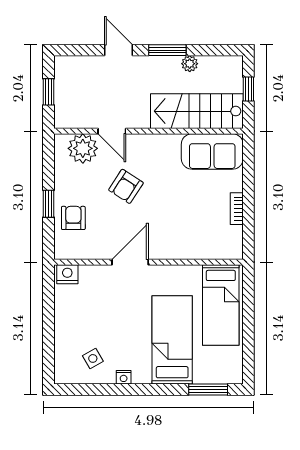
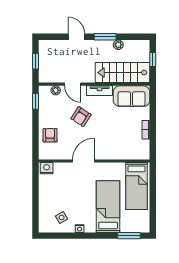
tv unit: (158, 142) -> (100, 91), added
plant: (83, 148) -> (56, 90), width x0.53, depth x0.53
window: (49, 204) -> (36, 101), moved

